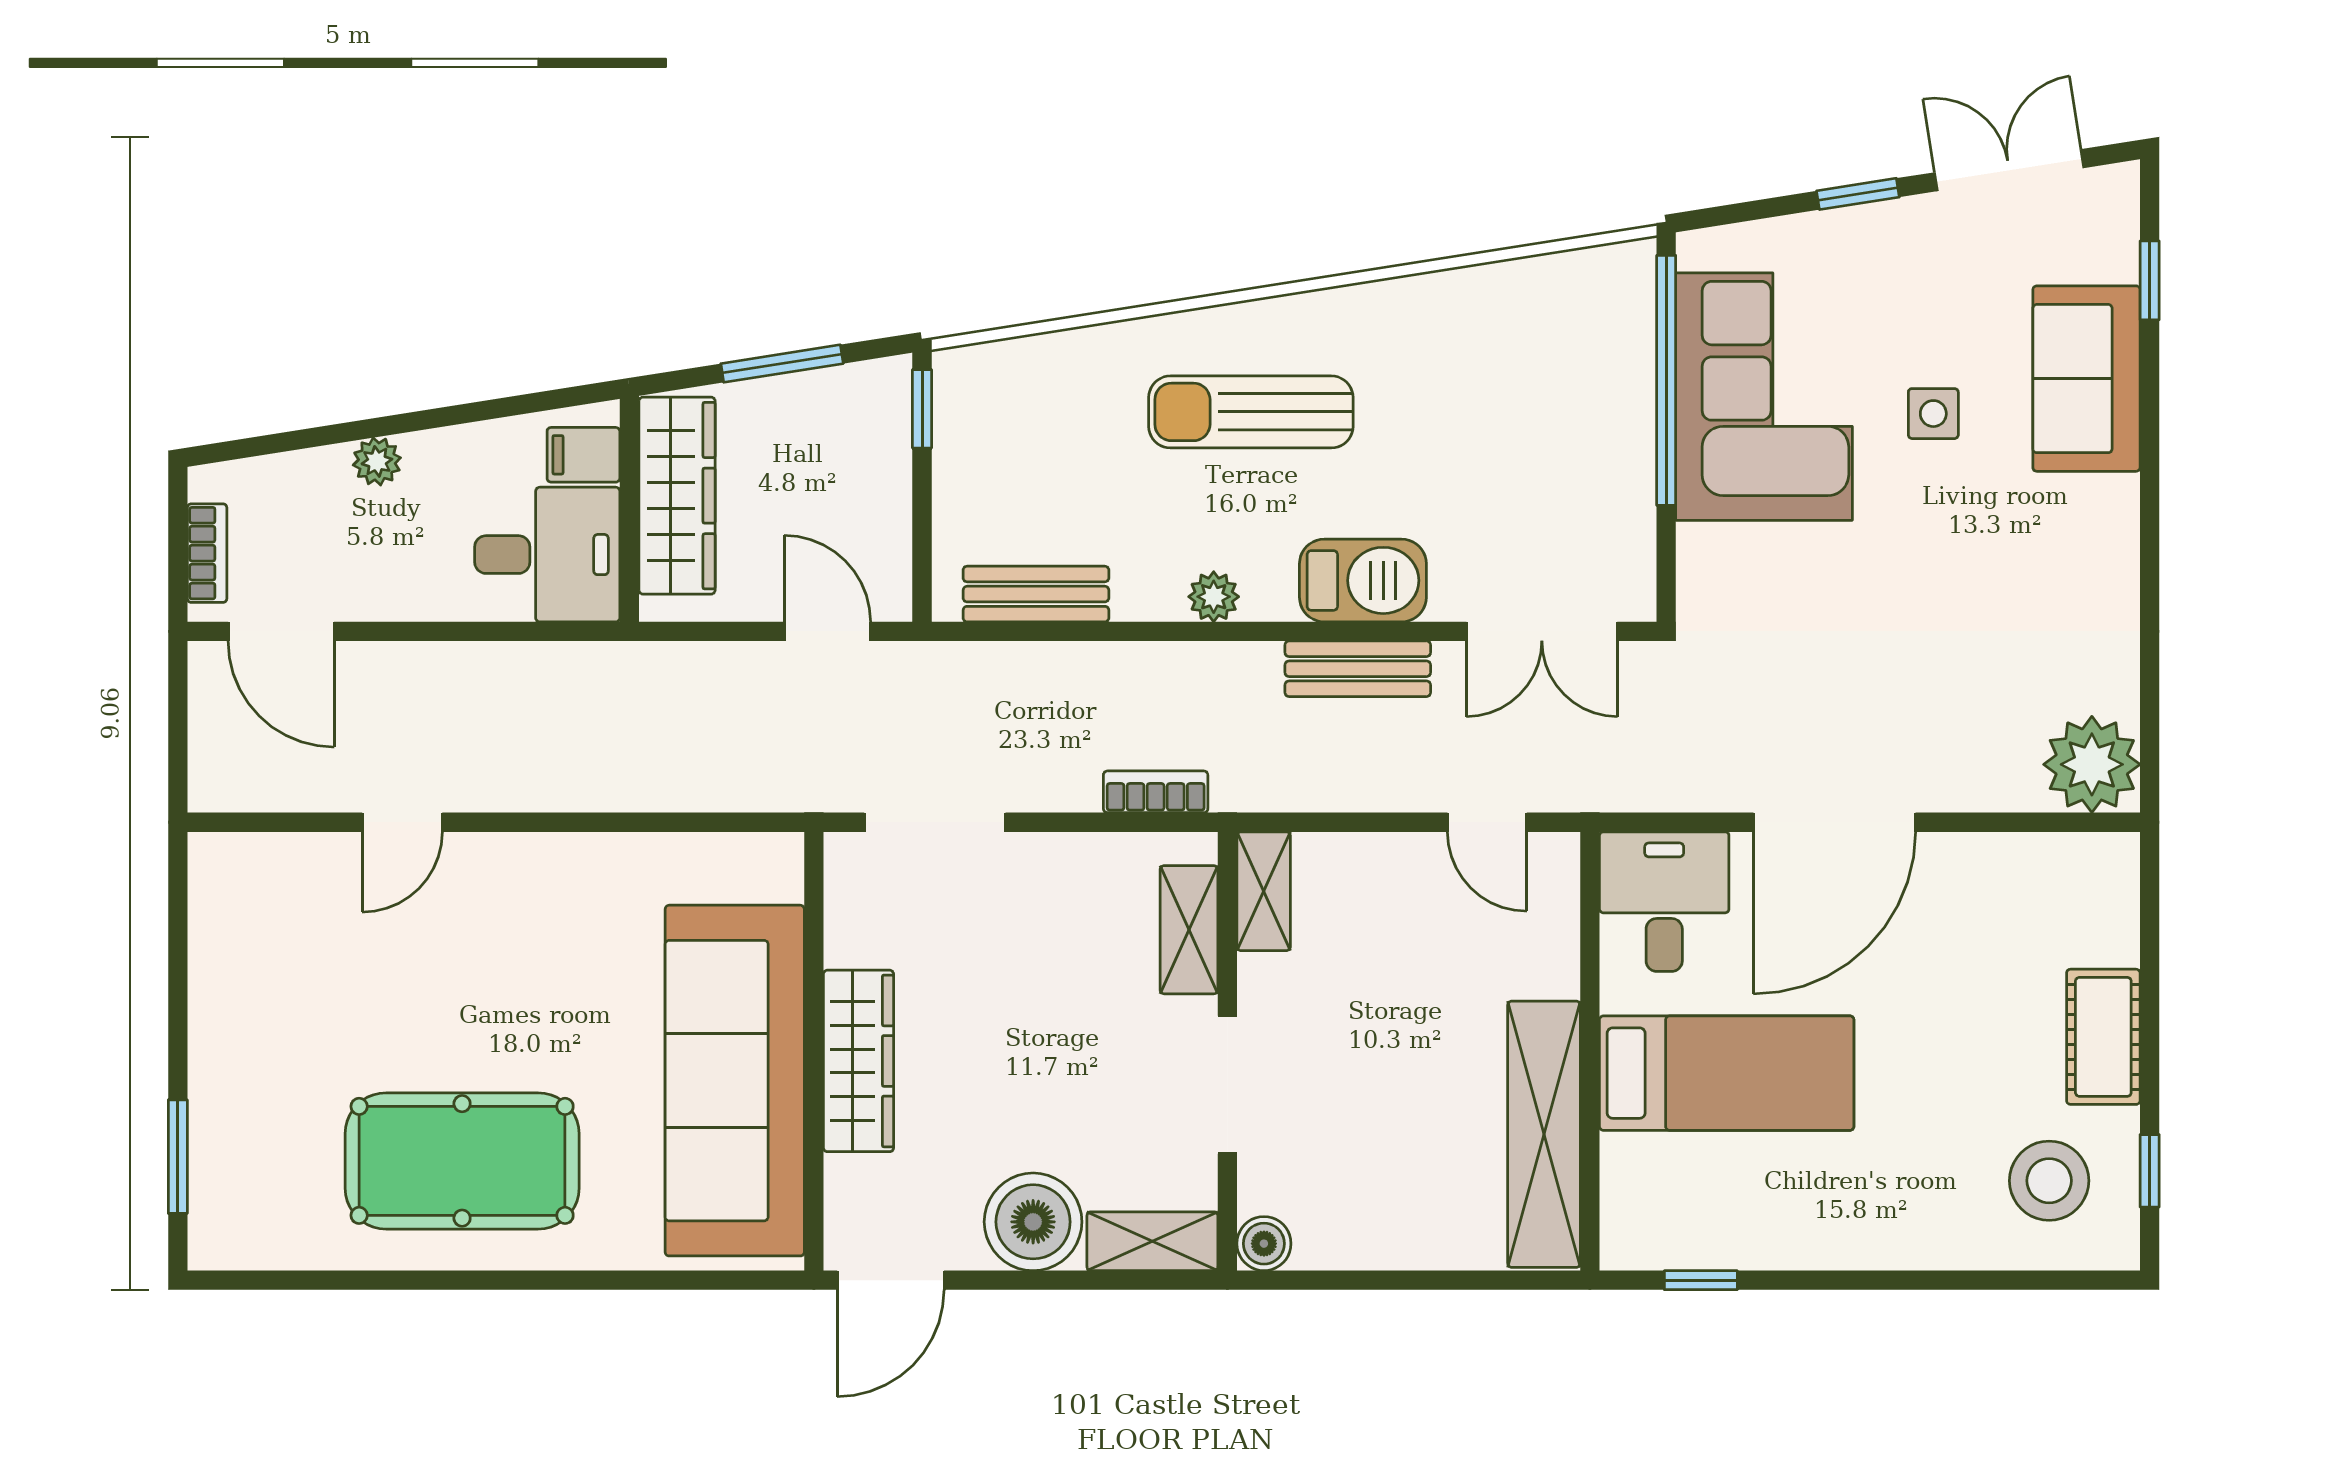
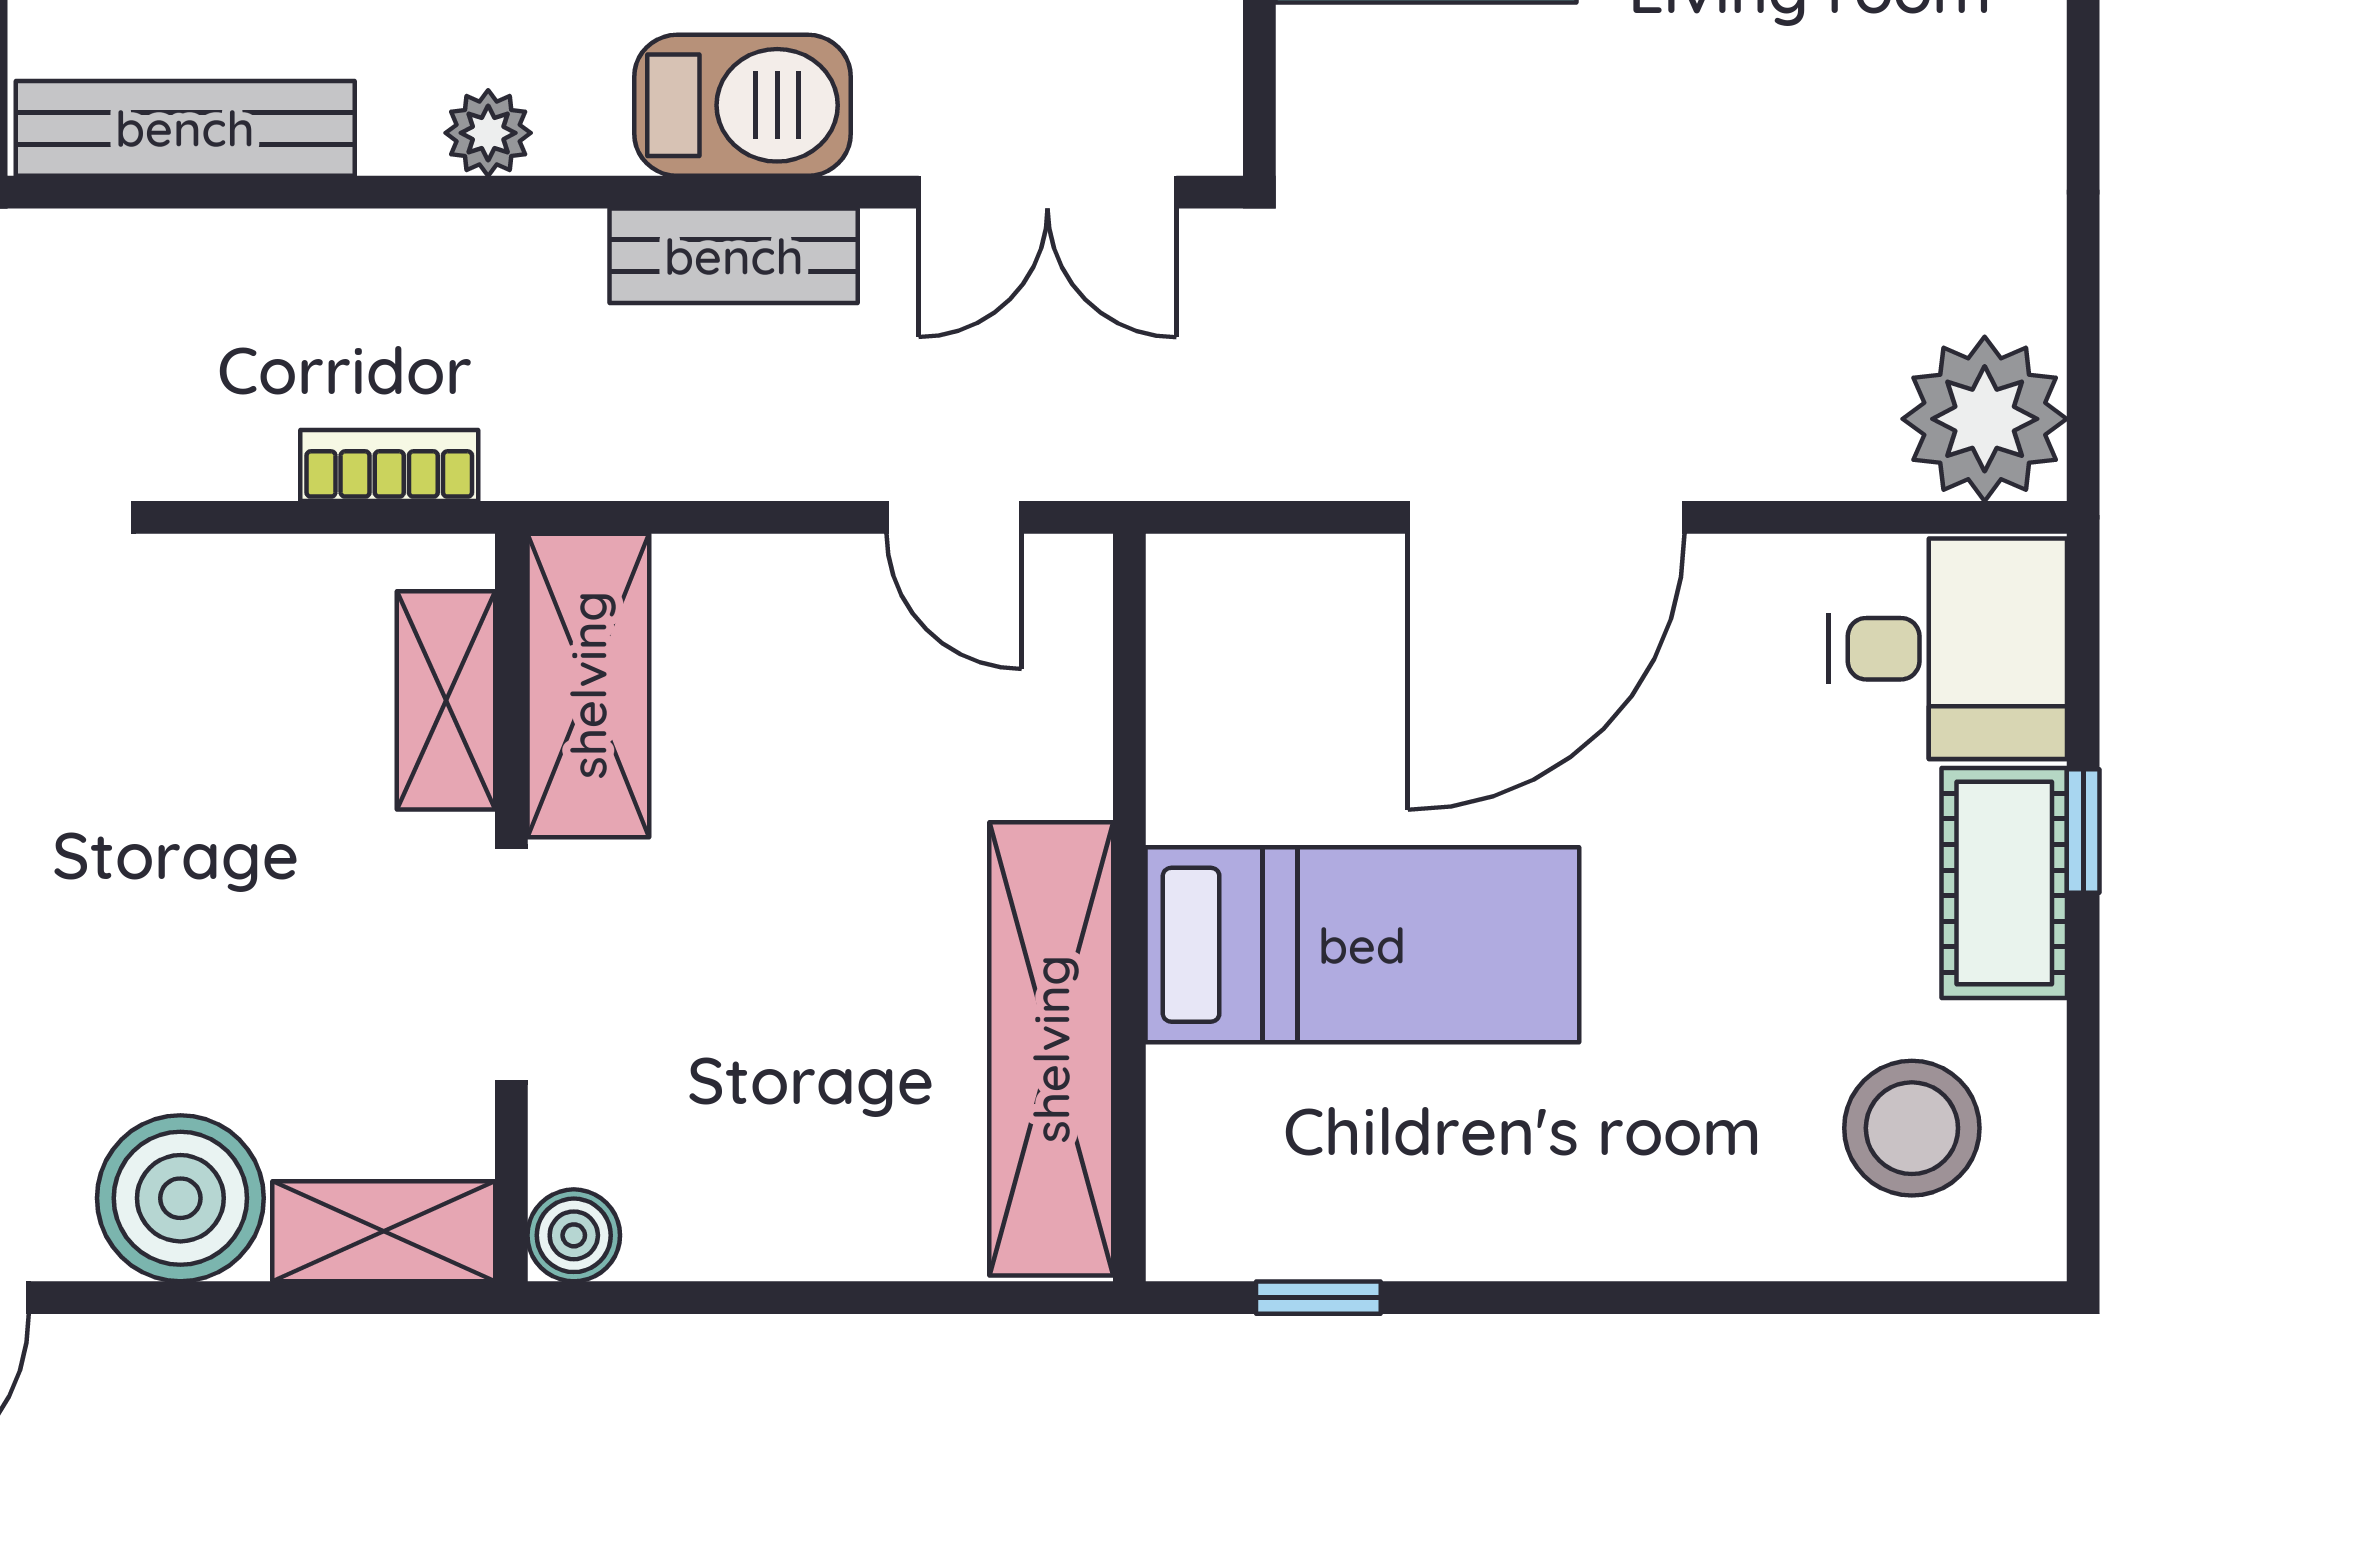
bench: (1036, 594) -> (185, 128), width x1.36
shelving: (1264, 891) -> (588, 685), width x1.50, depth x1.33
desk: (1664, 902) -> (1948, 649), moved, turned 90
window: (2150, 1171) -> (2083, 831), moved

